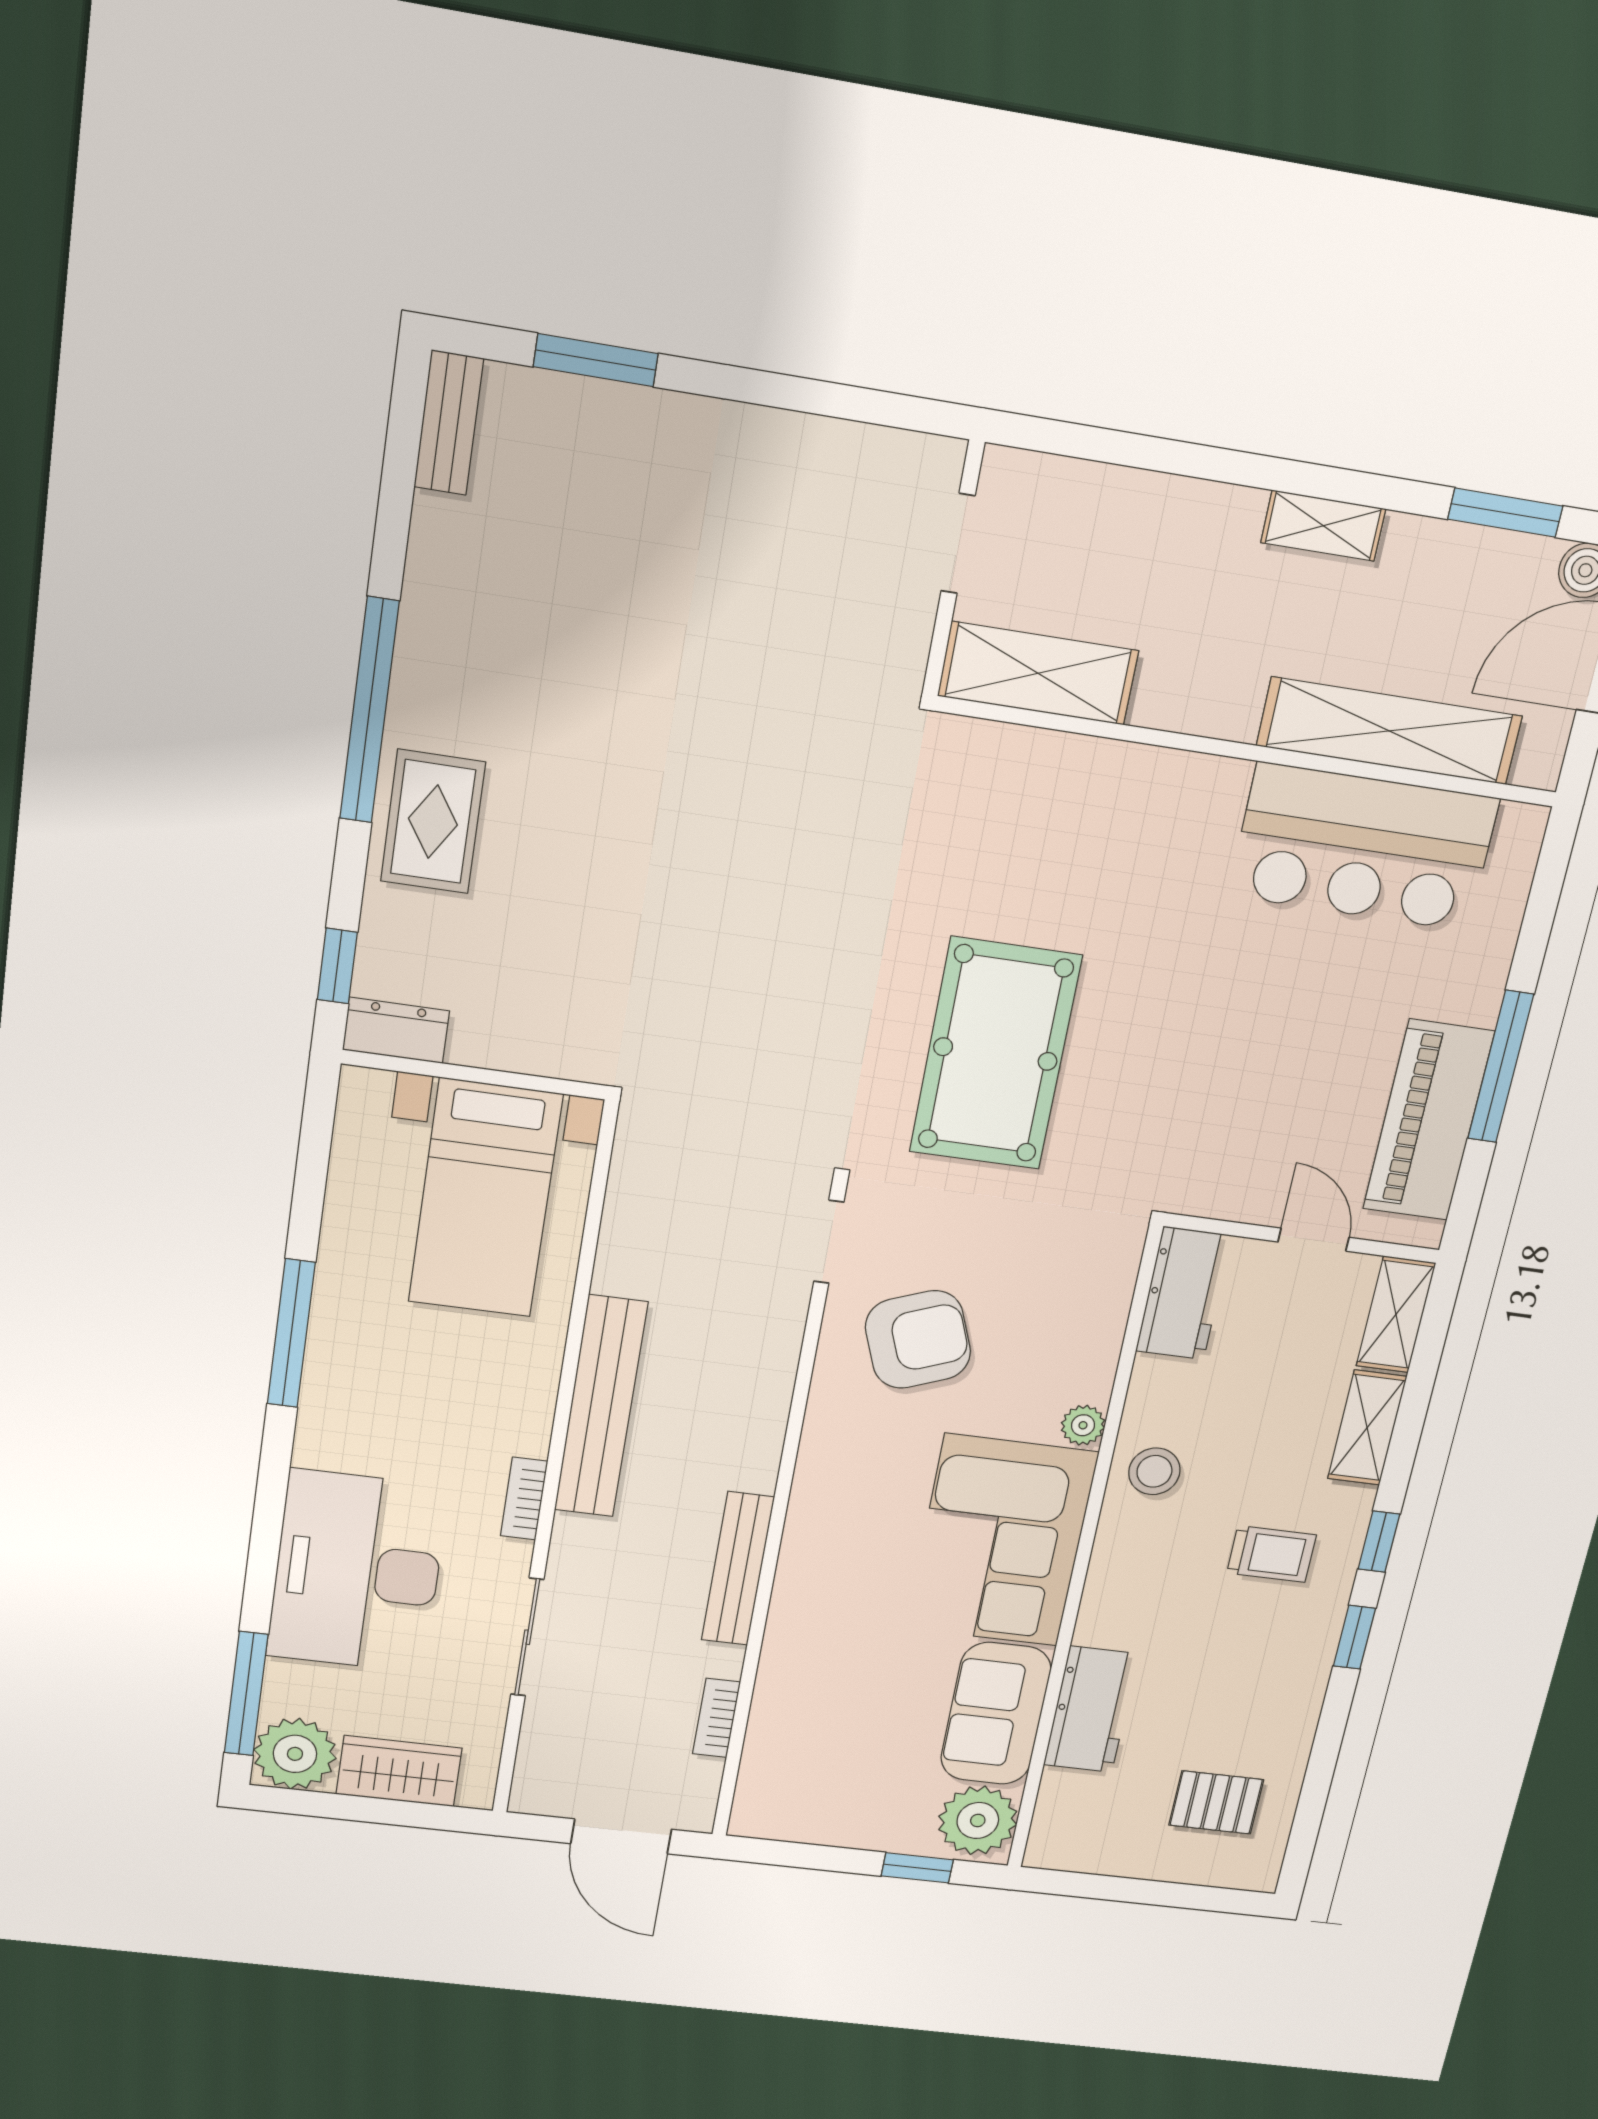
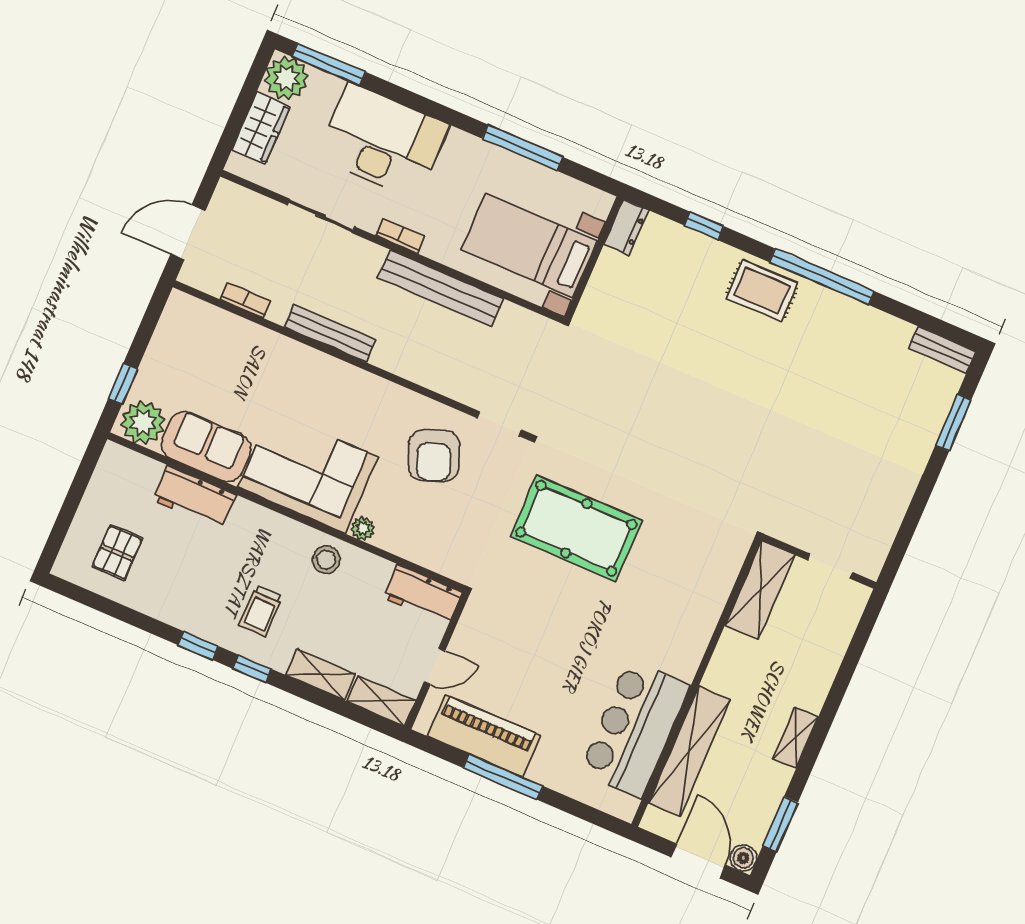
dresser: (396, 1030) -> (626, 227), moved
wall: (474, 1075) -> (594, 258), moved
bed with nightstands: (485, 1199) -> (529, 245), moved

